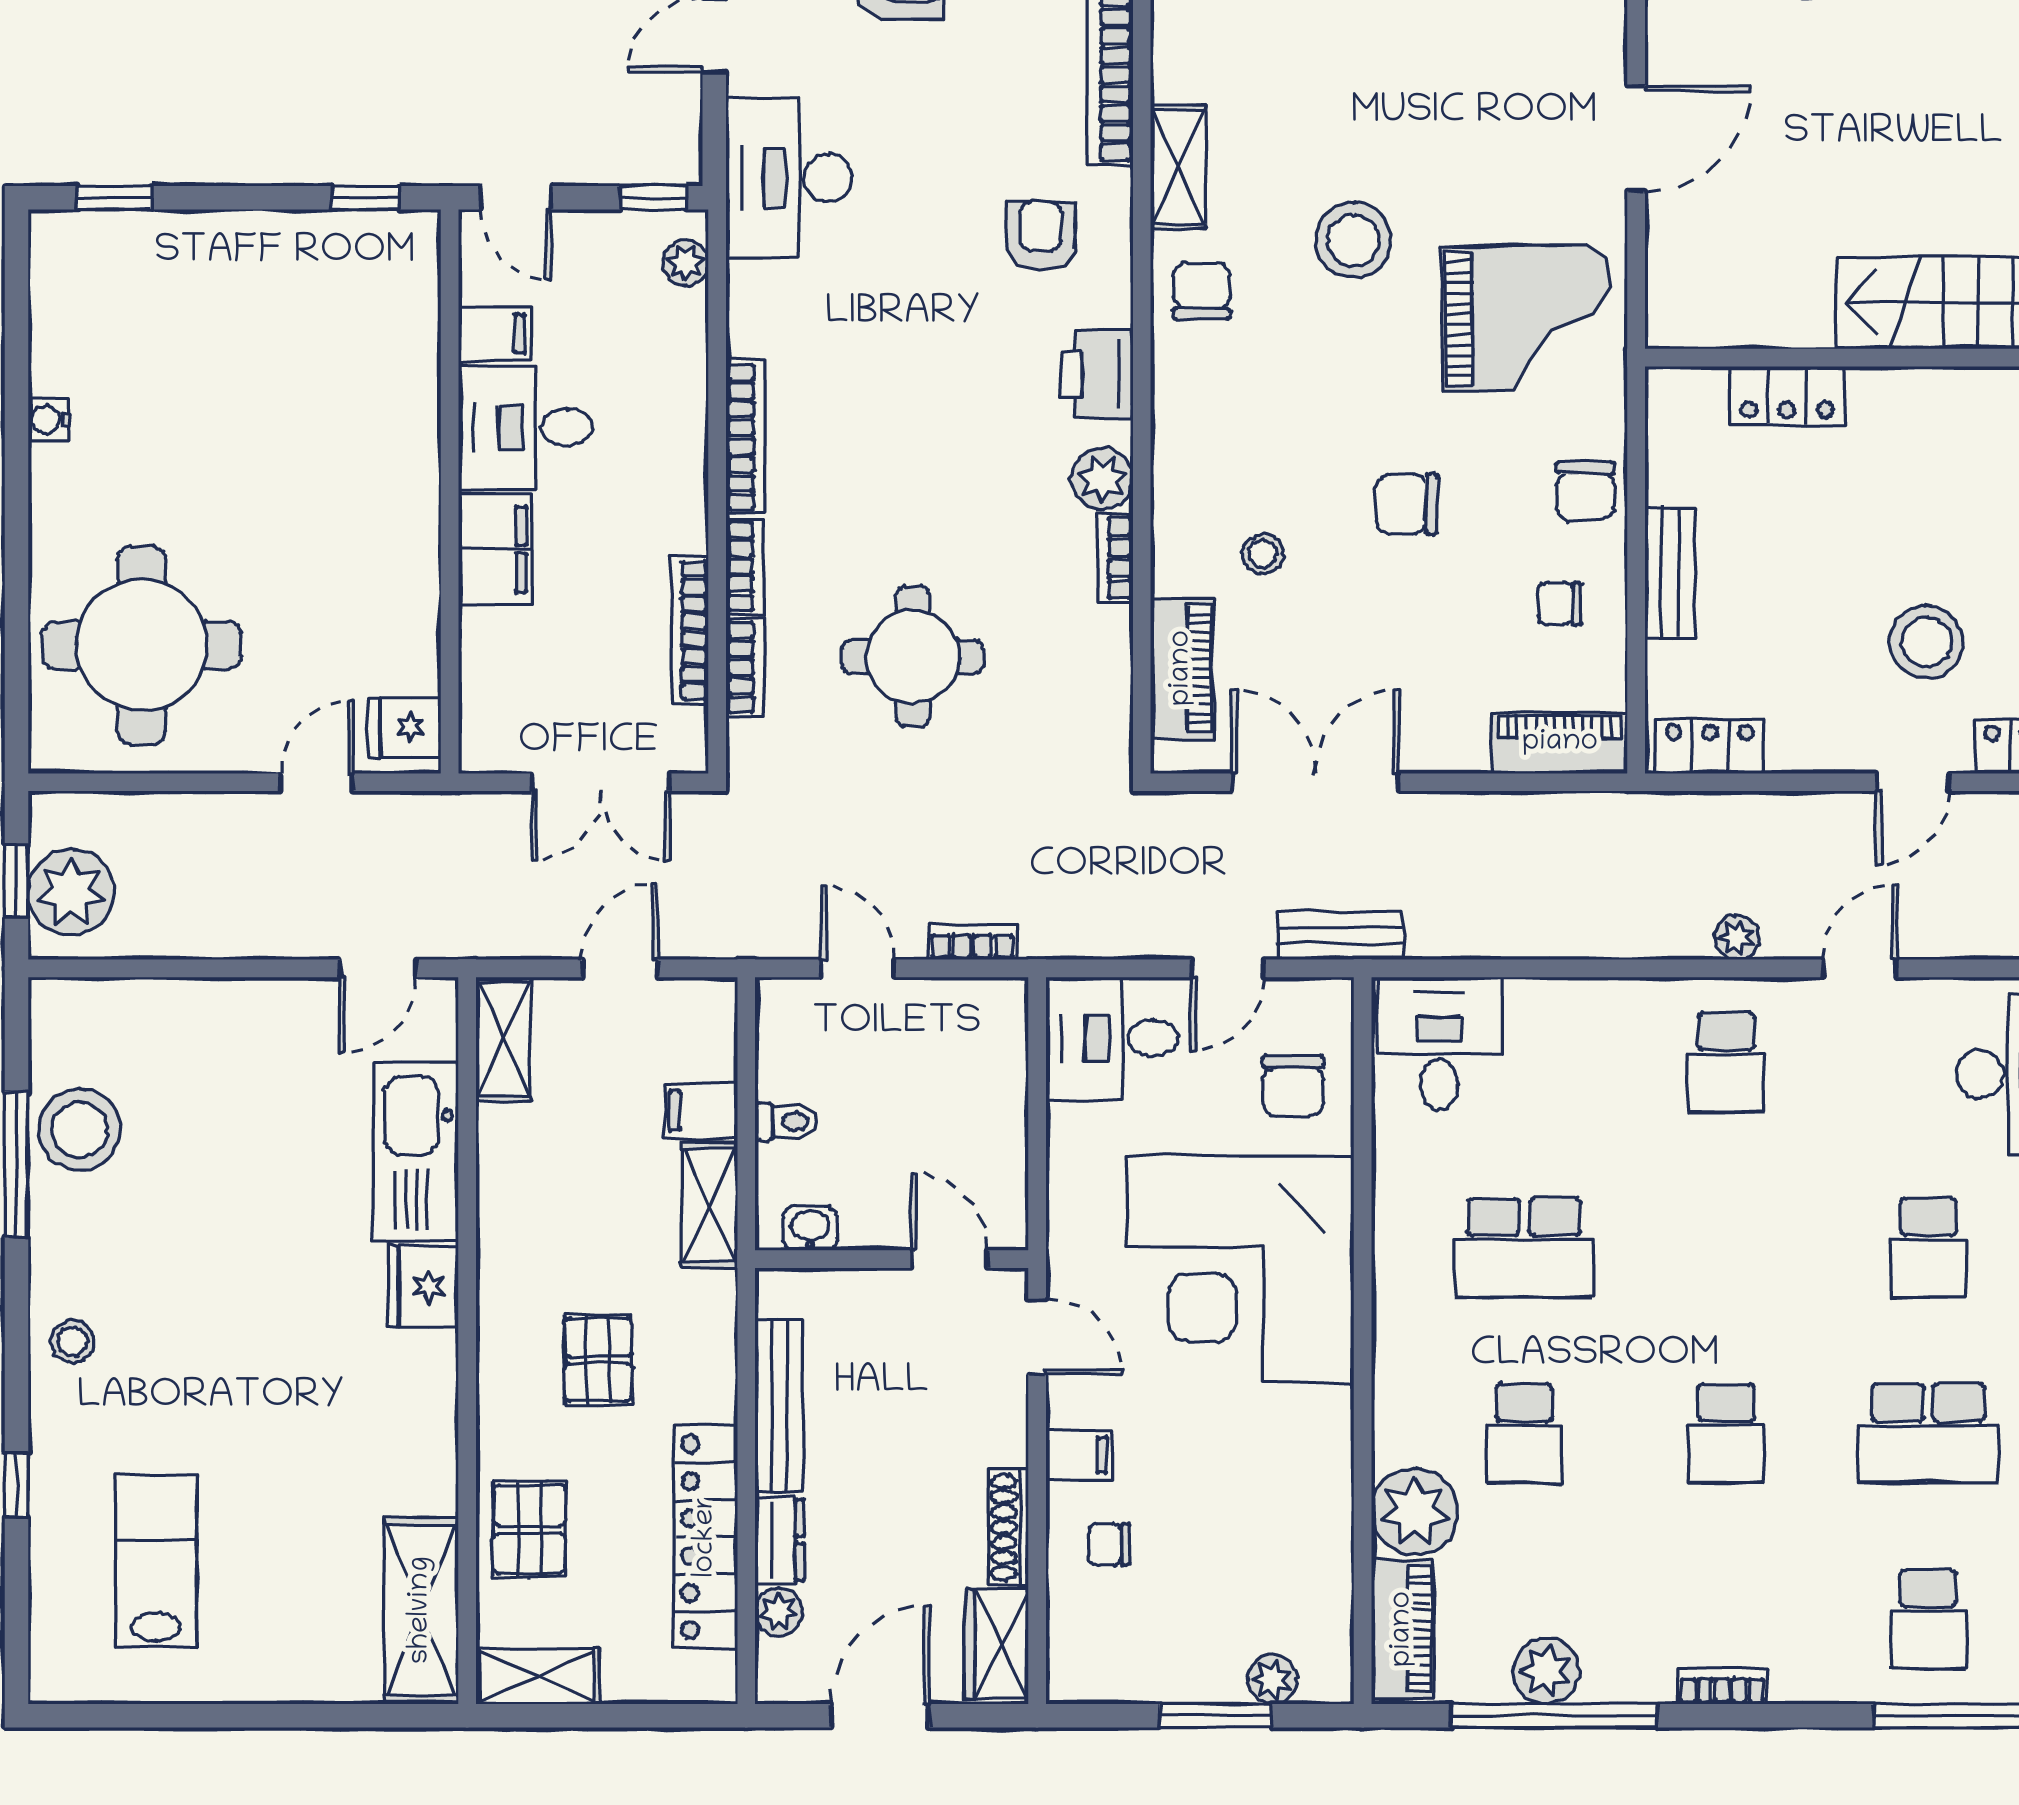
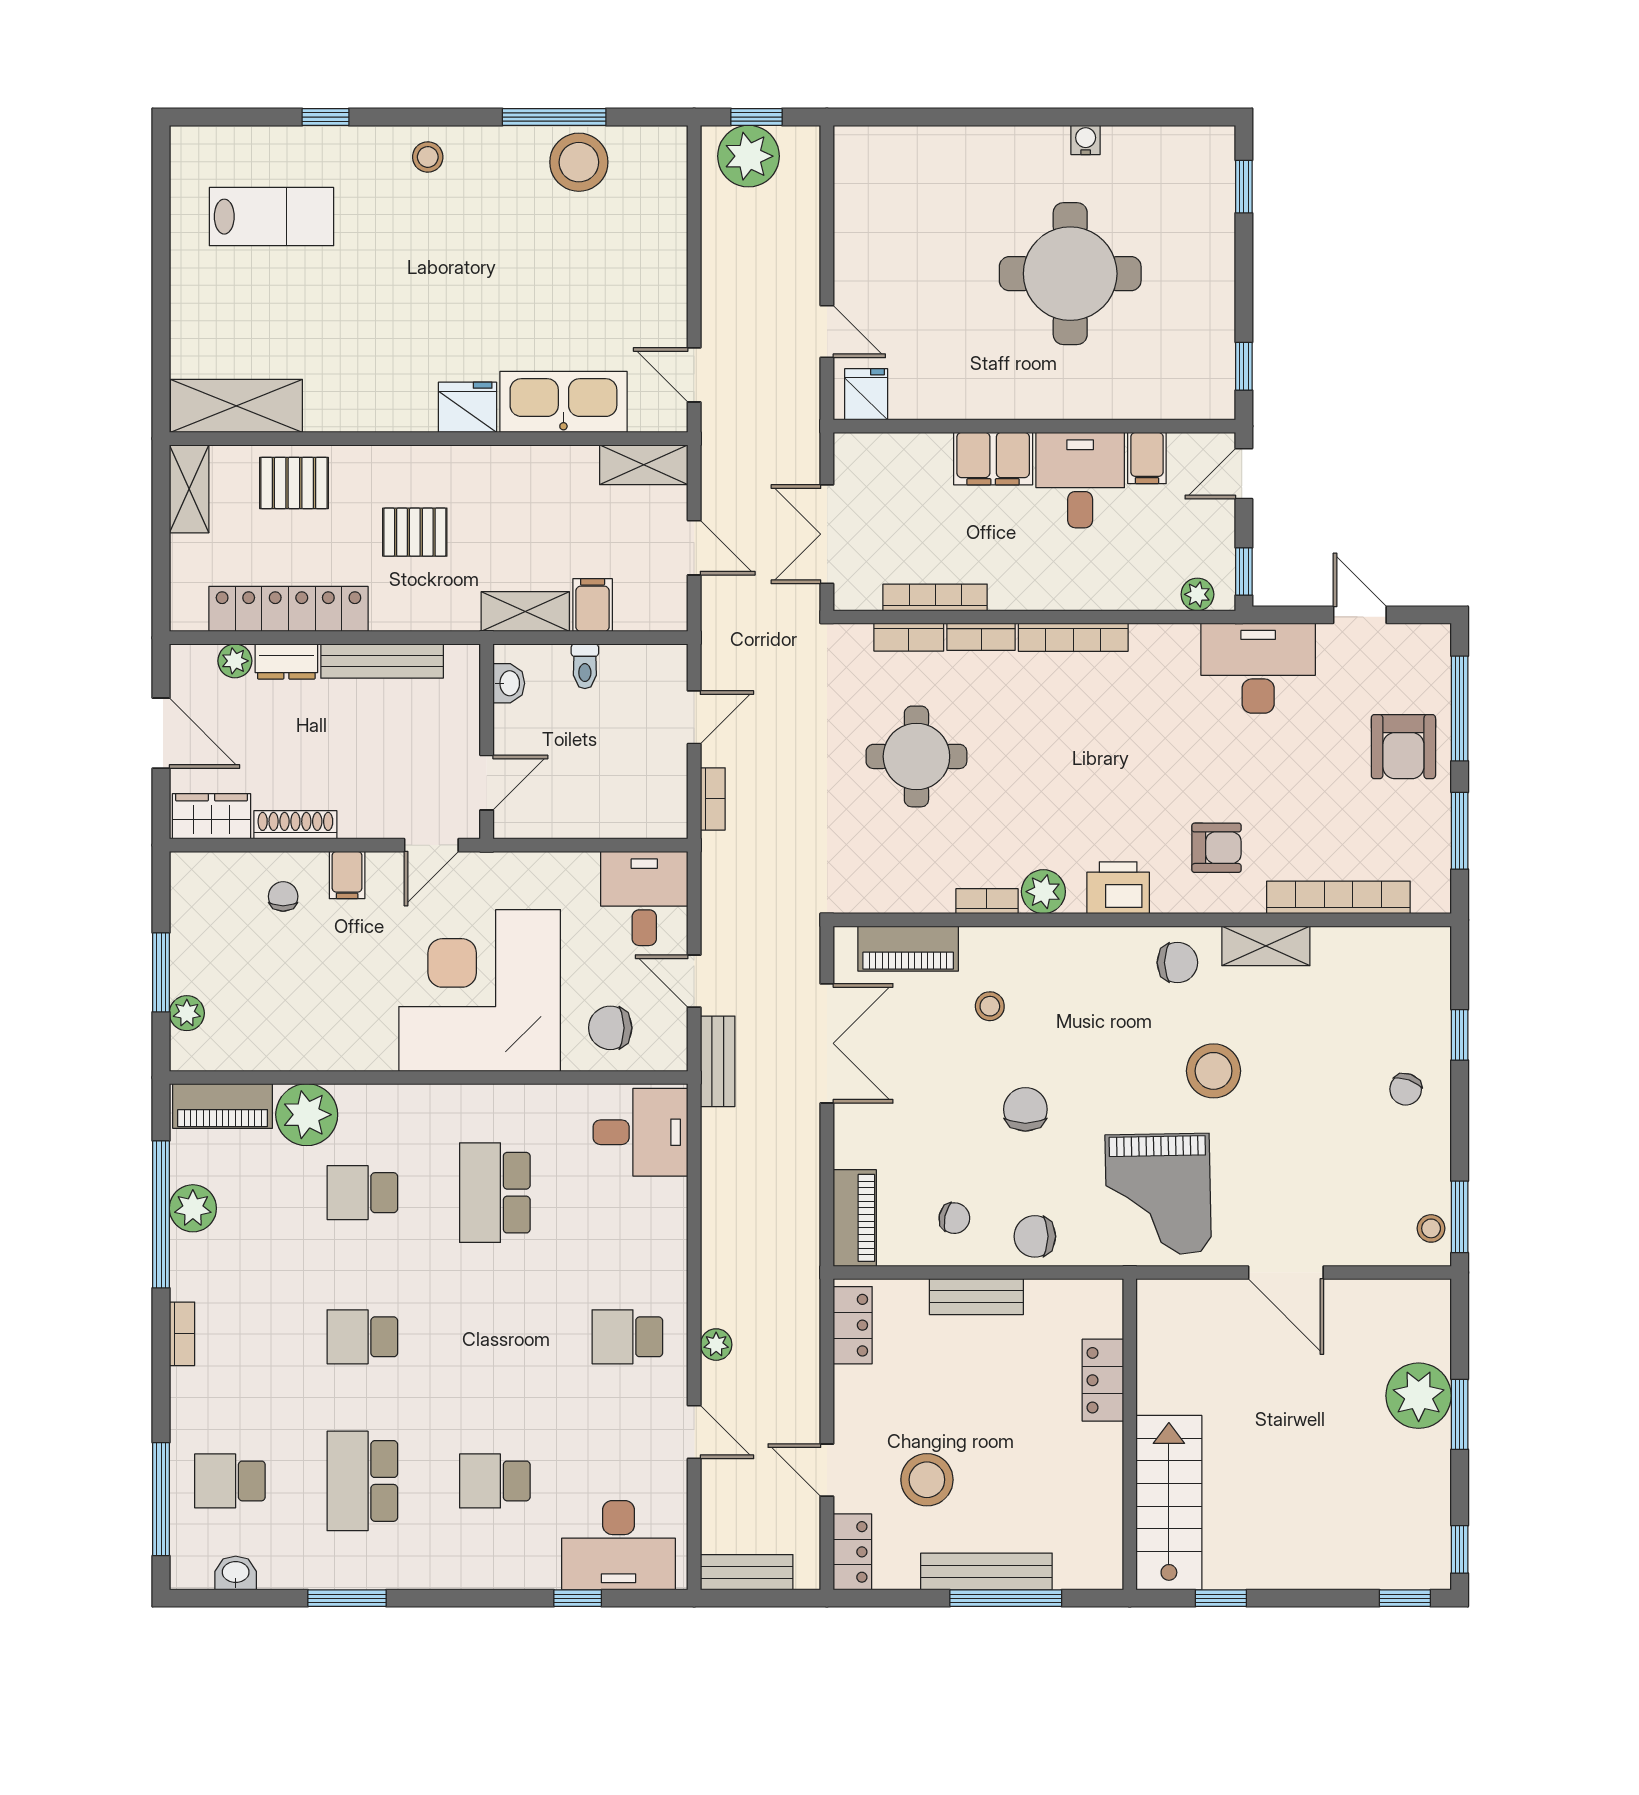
chair: (1560, 604) -> (954, 1218), turned 102
round table: (142, 645) -> (1070, 274), moved

